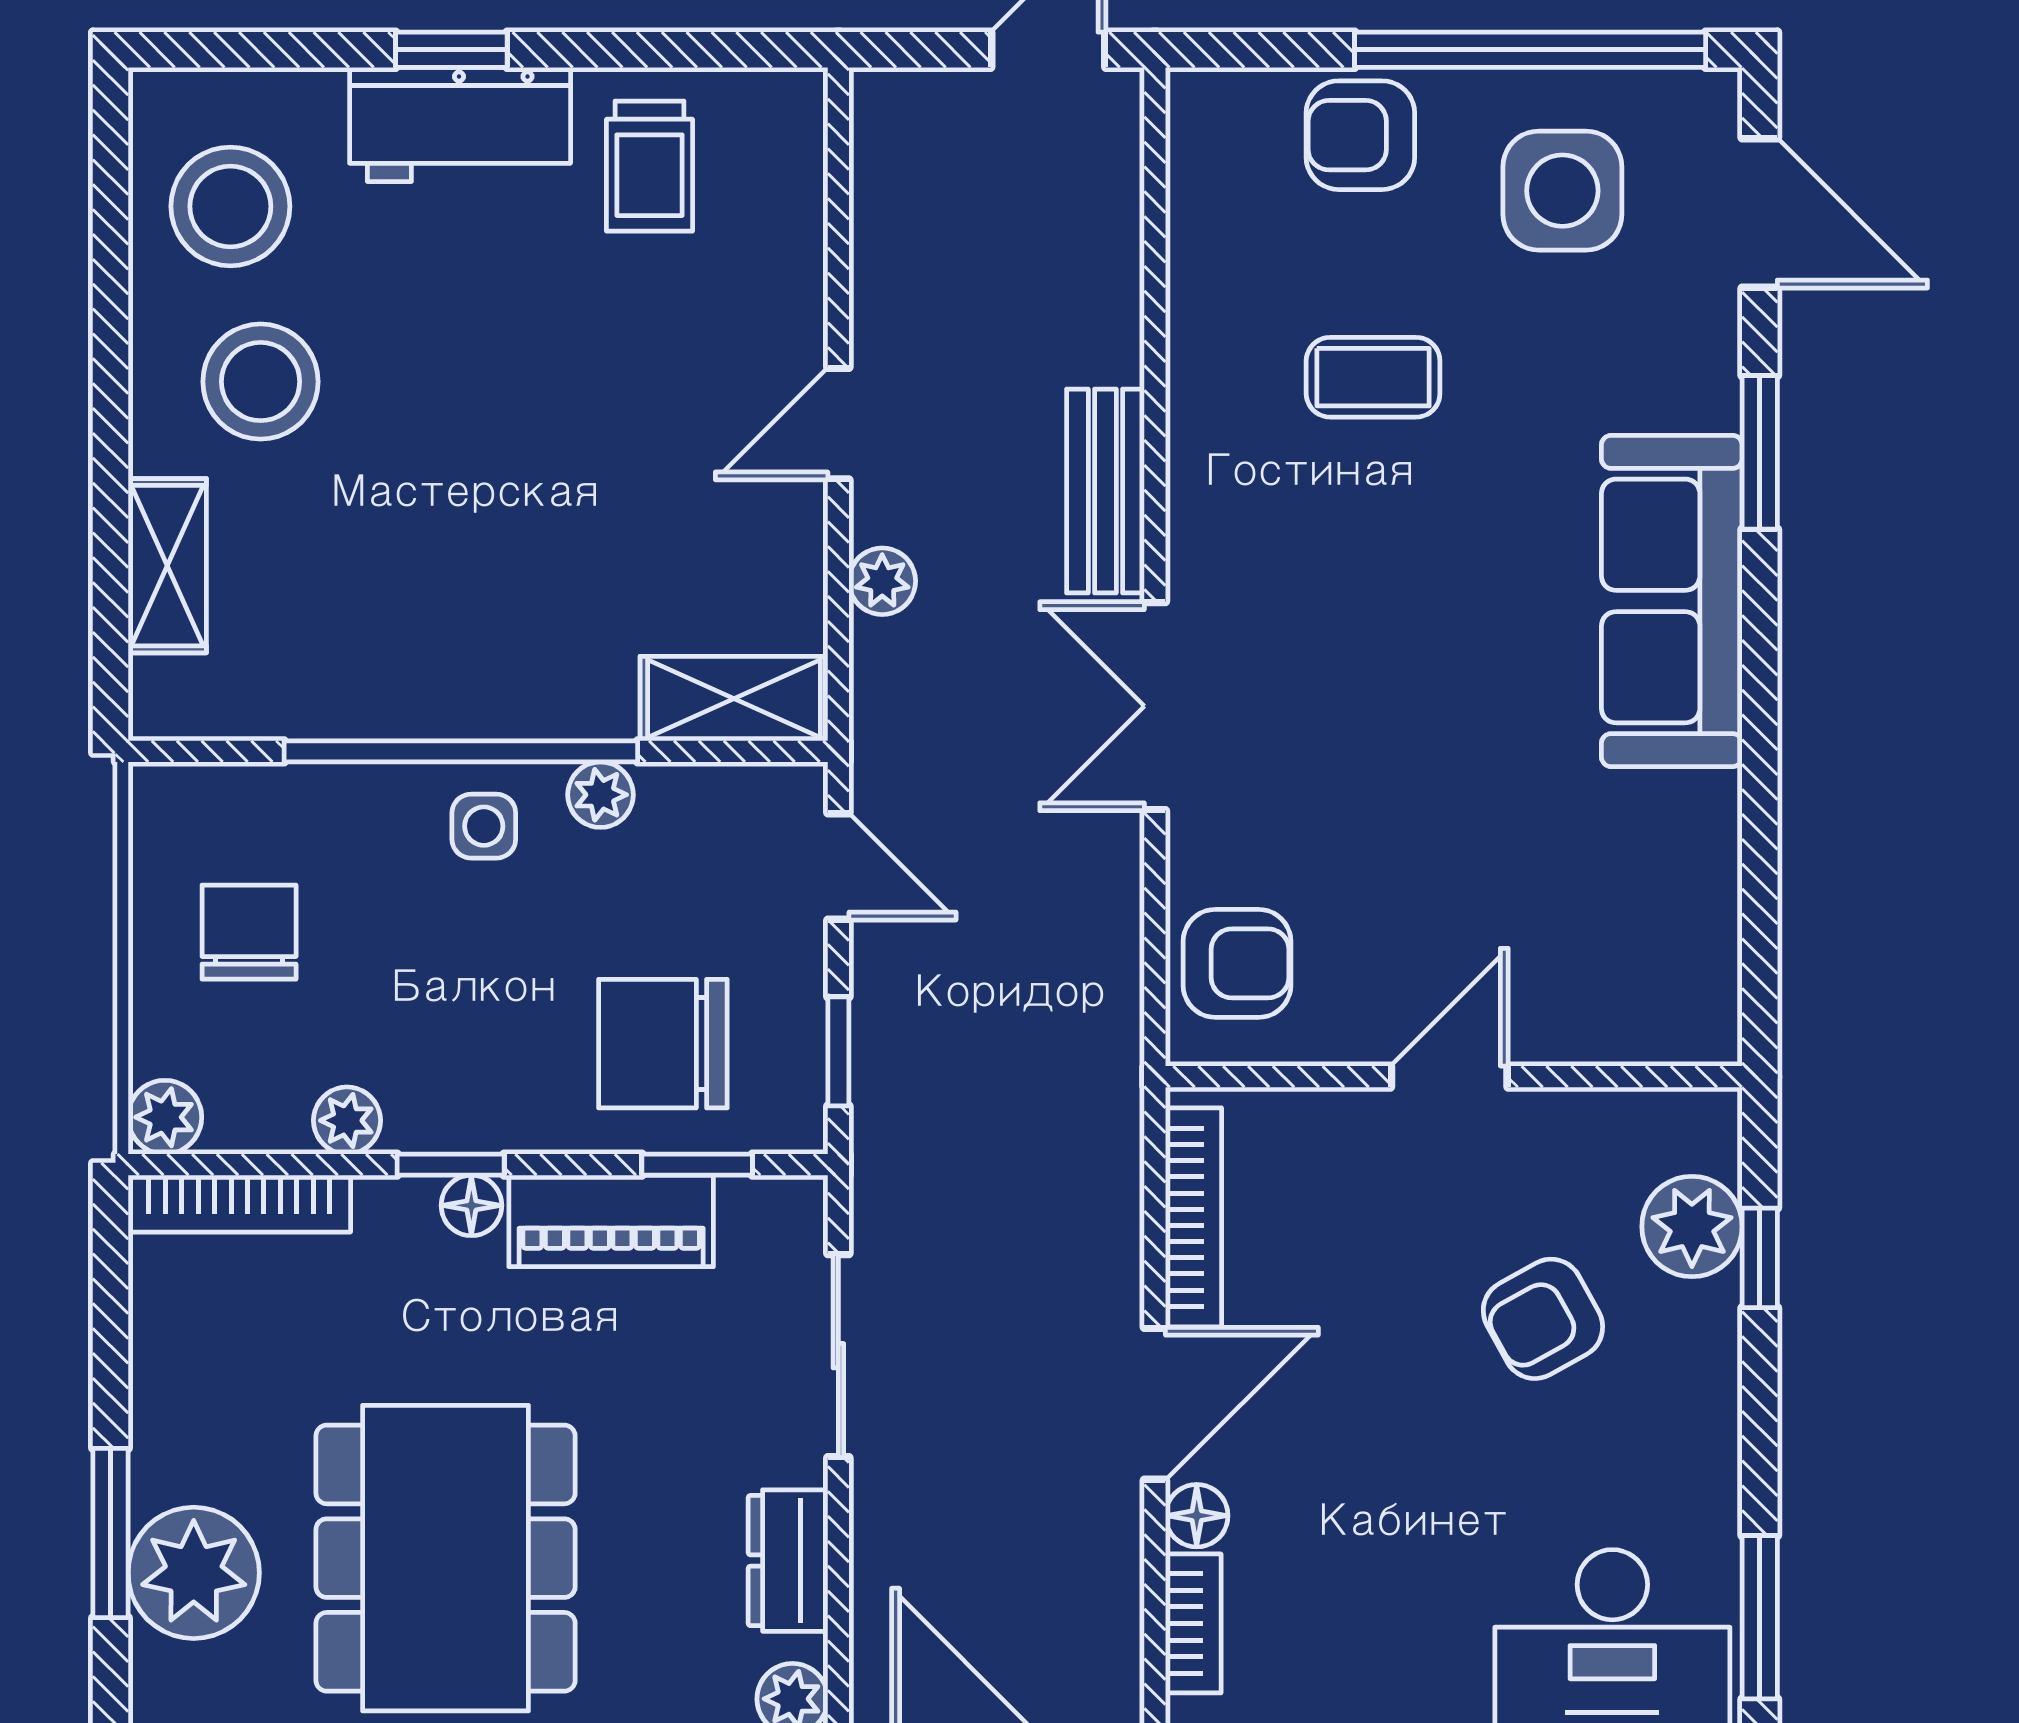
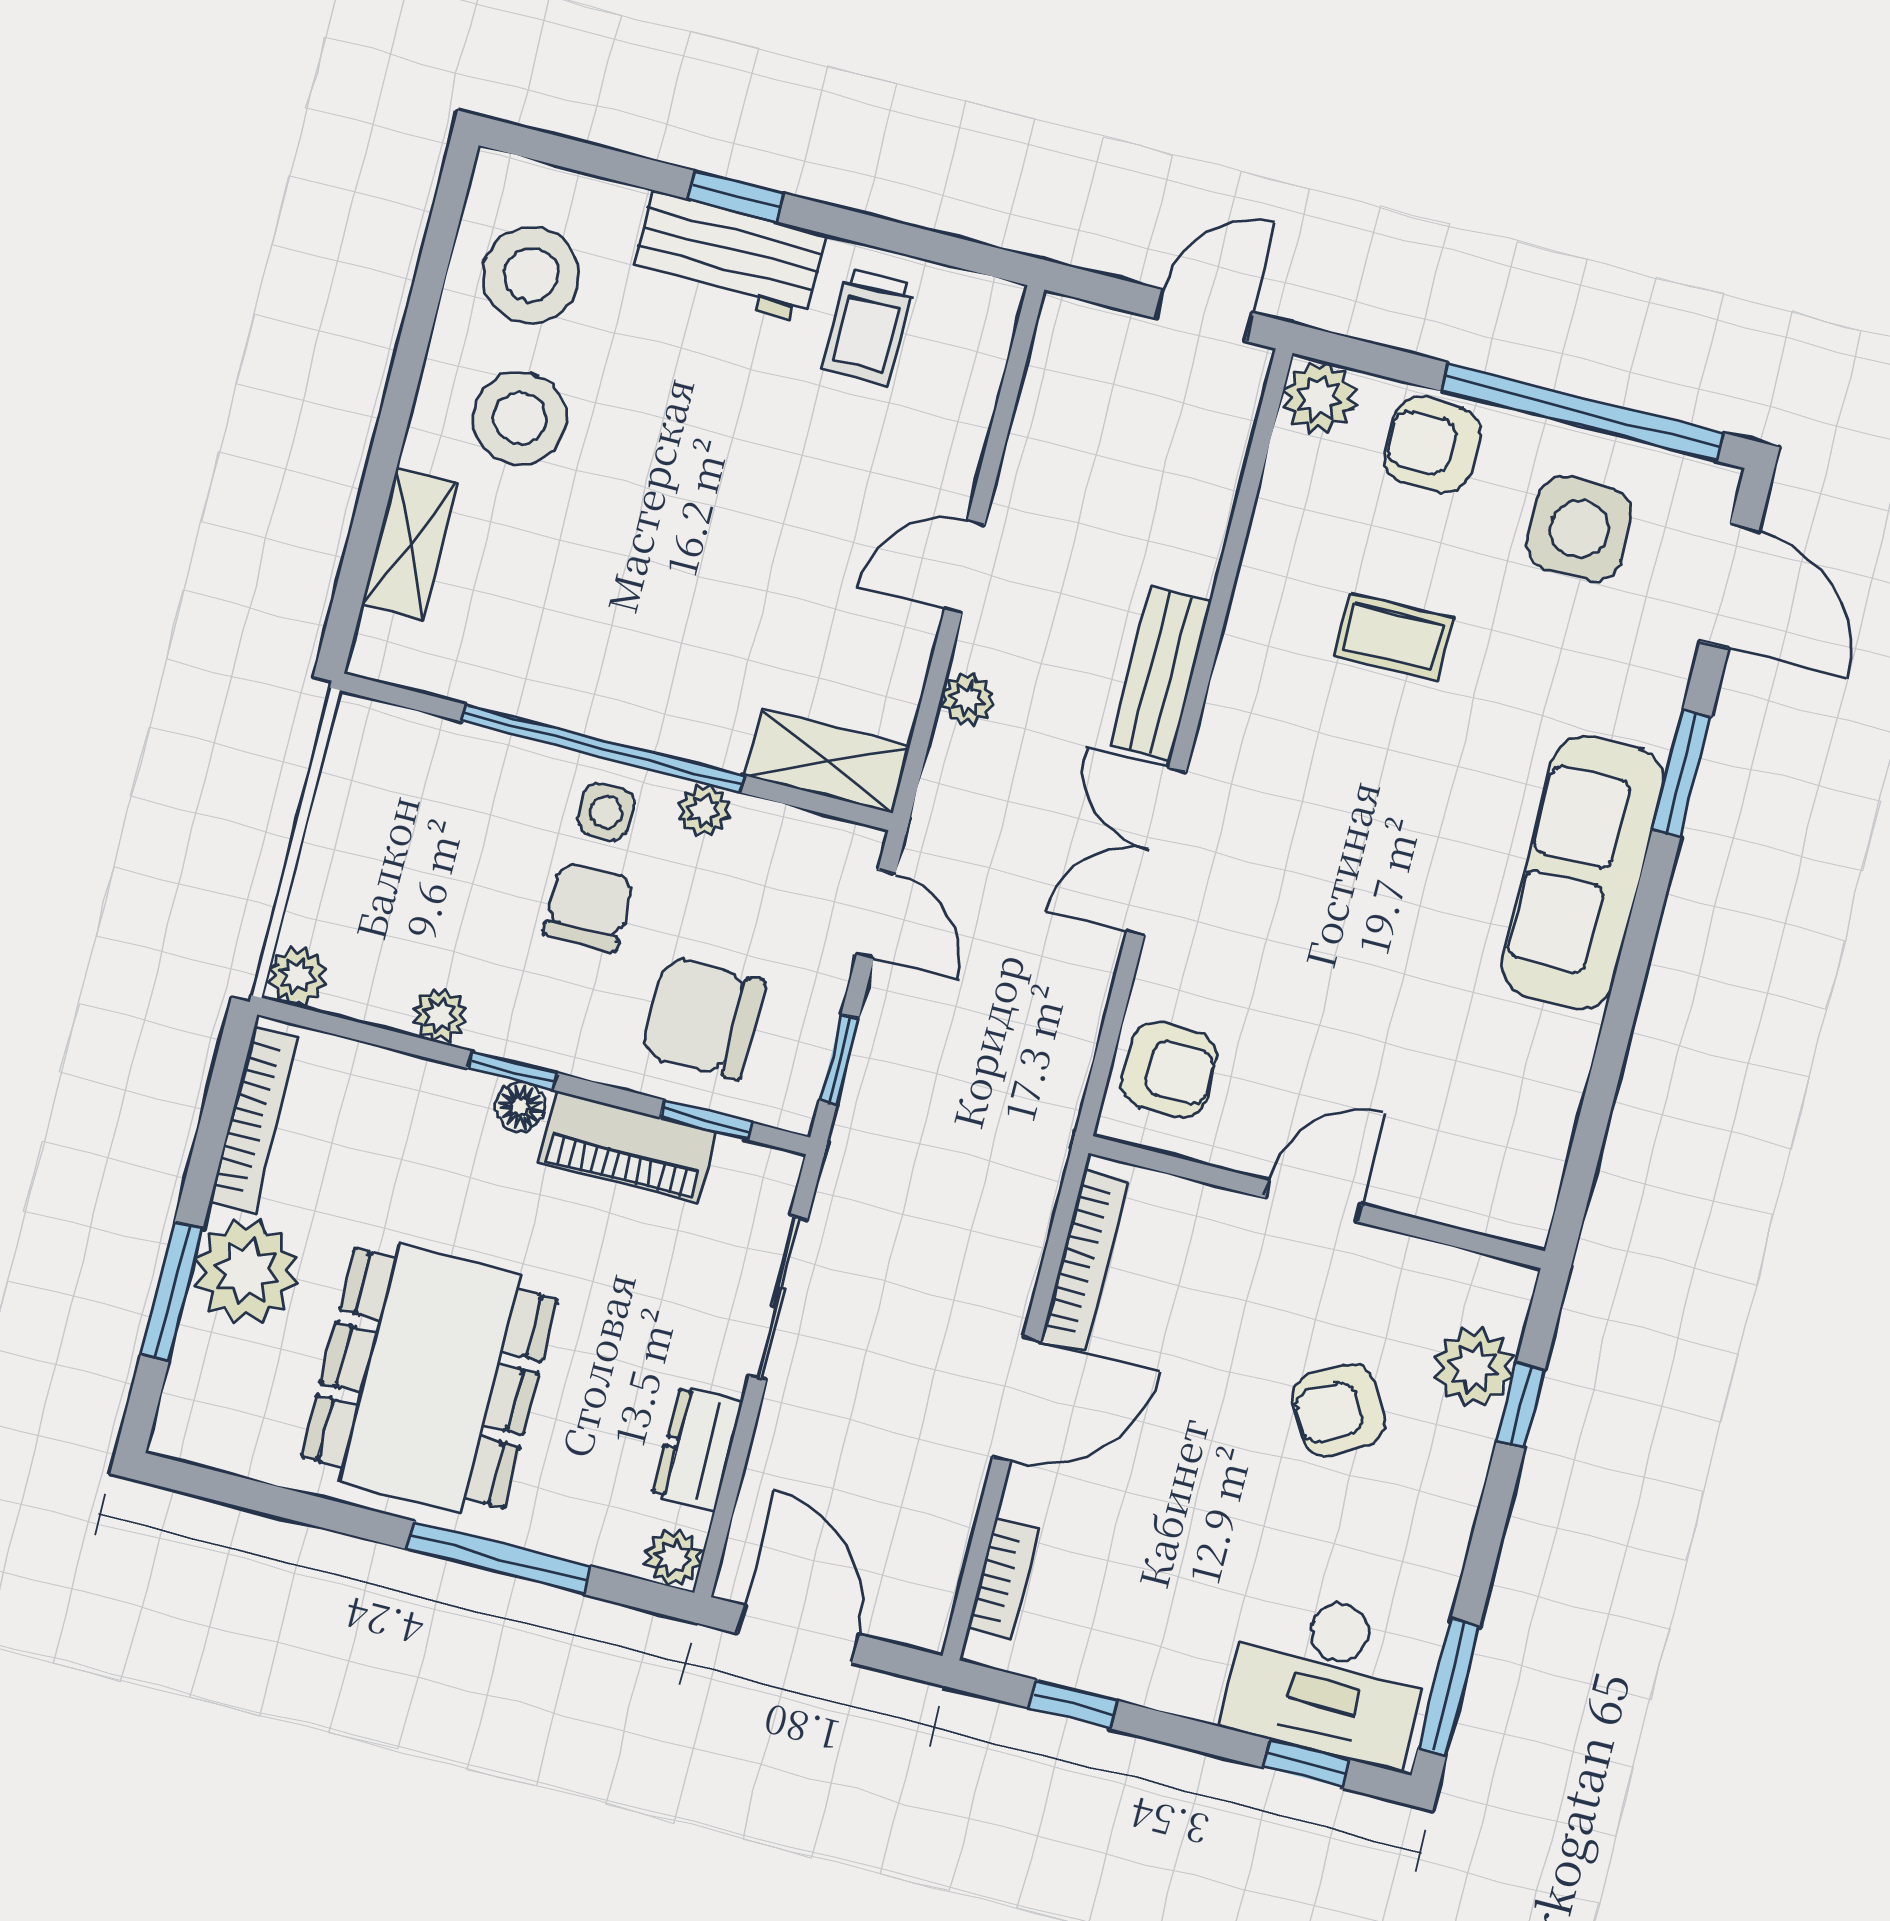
plant: (1211, 113) -> (1319, 398), added
chair: (249, 932) -> (588, 907), moved
bookcase: (239, 1204) -> (254, 1120), moved, turned -90
floor lamp: (1197, 1516) -> (1027, 1495), removed
plant: (194, 1573) -> (246, 1271), moved

